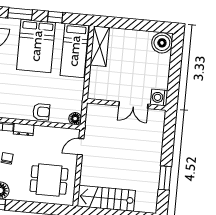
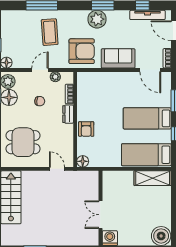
bed: (36, 46) -> (147, 118), width x0.67
dining table: (49, 180) -> (23, 142), turned 90

